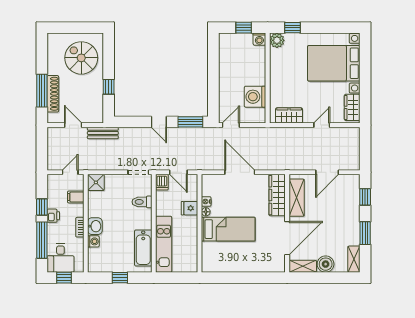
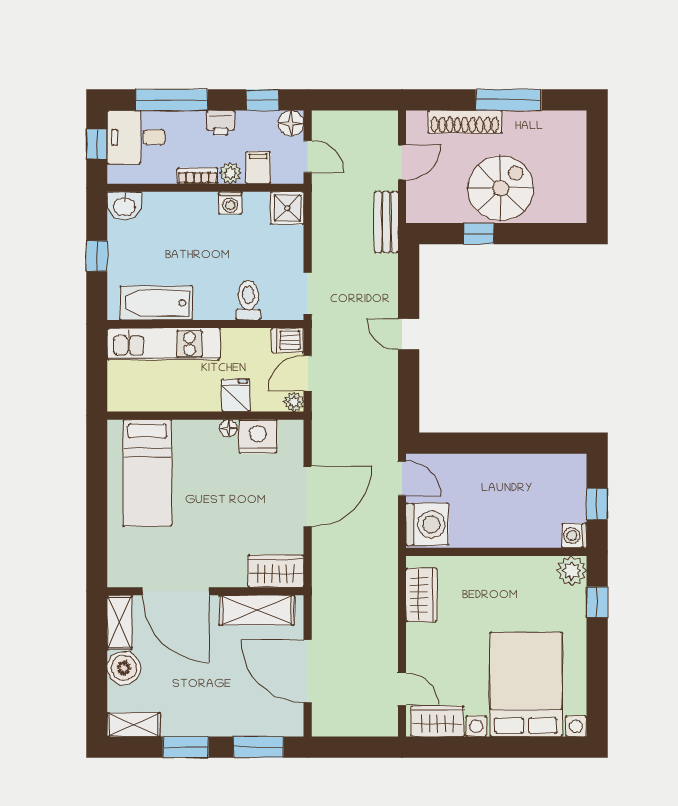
spiral stairs: (81, 58) -> (501, 188), moved
window: (42, 91) -> (509, 100), moved
washing machine: (255, 97) -> (427, 524), moved, turned 90
door: (159, 122) -> (409, 334), hinge flipped
window: (190, 122) -> (409, 397), removed
door: (322, 125) -> (402, 689), moved
door: (327, 172) -> (308, 671), width x1.36
plant: (193, 179) -> (294, 402), added
floor lamp: (54, 181) -> (291, 123), added
wardrobe: (277, 195) -> (276, 571), width x0.67
window: (365, 197) -> (258, 747), width x1.50
nightstand: (206, 202) -> (258, 436), width x1.89, depth x1.79
window: (42, 207) -> (262, 100), moved
plant: (78, 211) -> (230, 173), added
washbasin: (95, 226) -> (124, 206), moved
bed: (228, 229) -> (147, 473), moved
washing machine: (93, 241) -> (230, 203), moved

